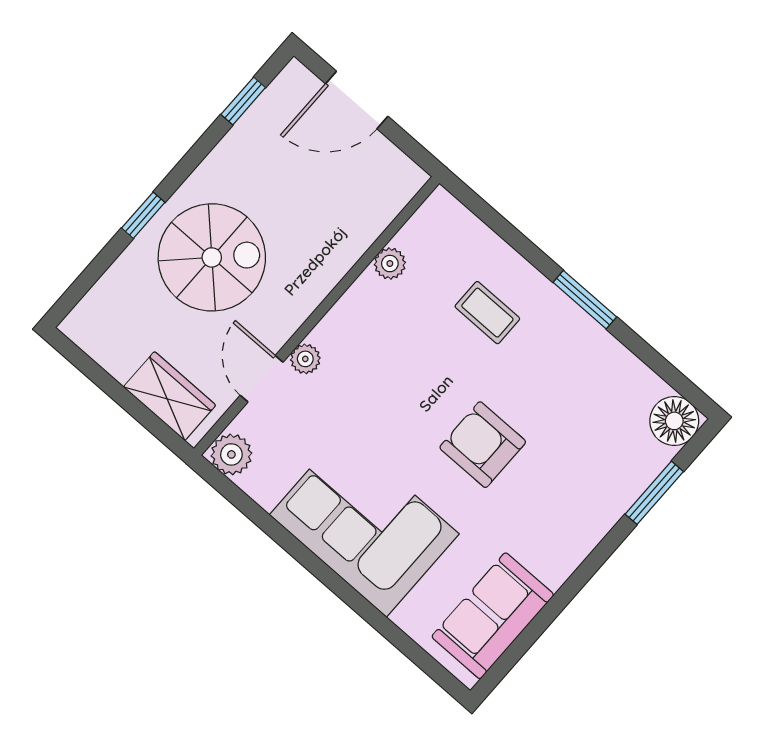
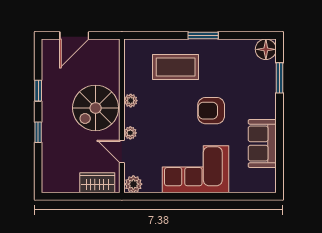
window: (243, 101) -> (38, 91), moved
spiral stairs: (212, 257) -> (96, 108), moved, turned 180
plant: (390, 264) -> (131, 101), moved
coffee table: (487, 313) -> (176, 67), width x1.86, depth x1.72
sofa: (493, 616) -> (262, 144), moved

